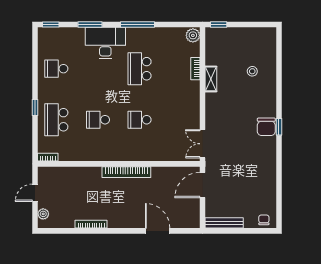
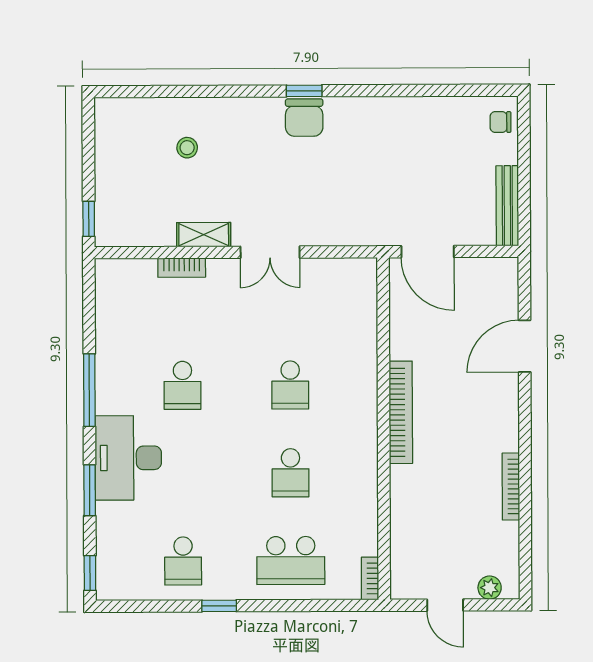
plant: (193, 35) -> (112, 273), removed
school desk: (140, 69) -> (182, 385), width x0.54
window: (35, 107) -> (219, 606), moved
chair: (266, 127) -> (304, 118), turned 90
double door: (203, 144) -> (270, 252), moved

